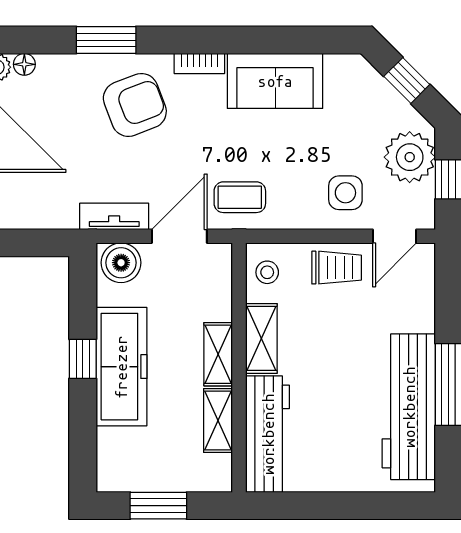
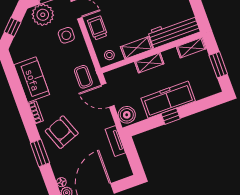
tv unit: (114, 216) -> (115, 141), moved
shelving: (218, 421) -> (191, 48), moved

